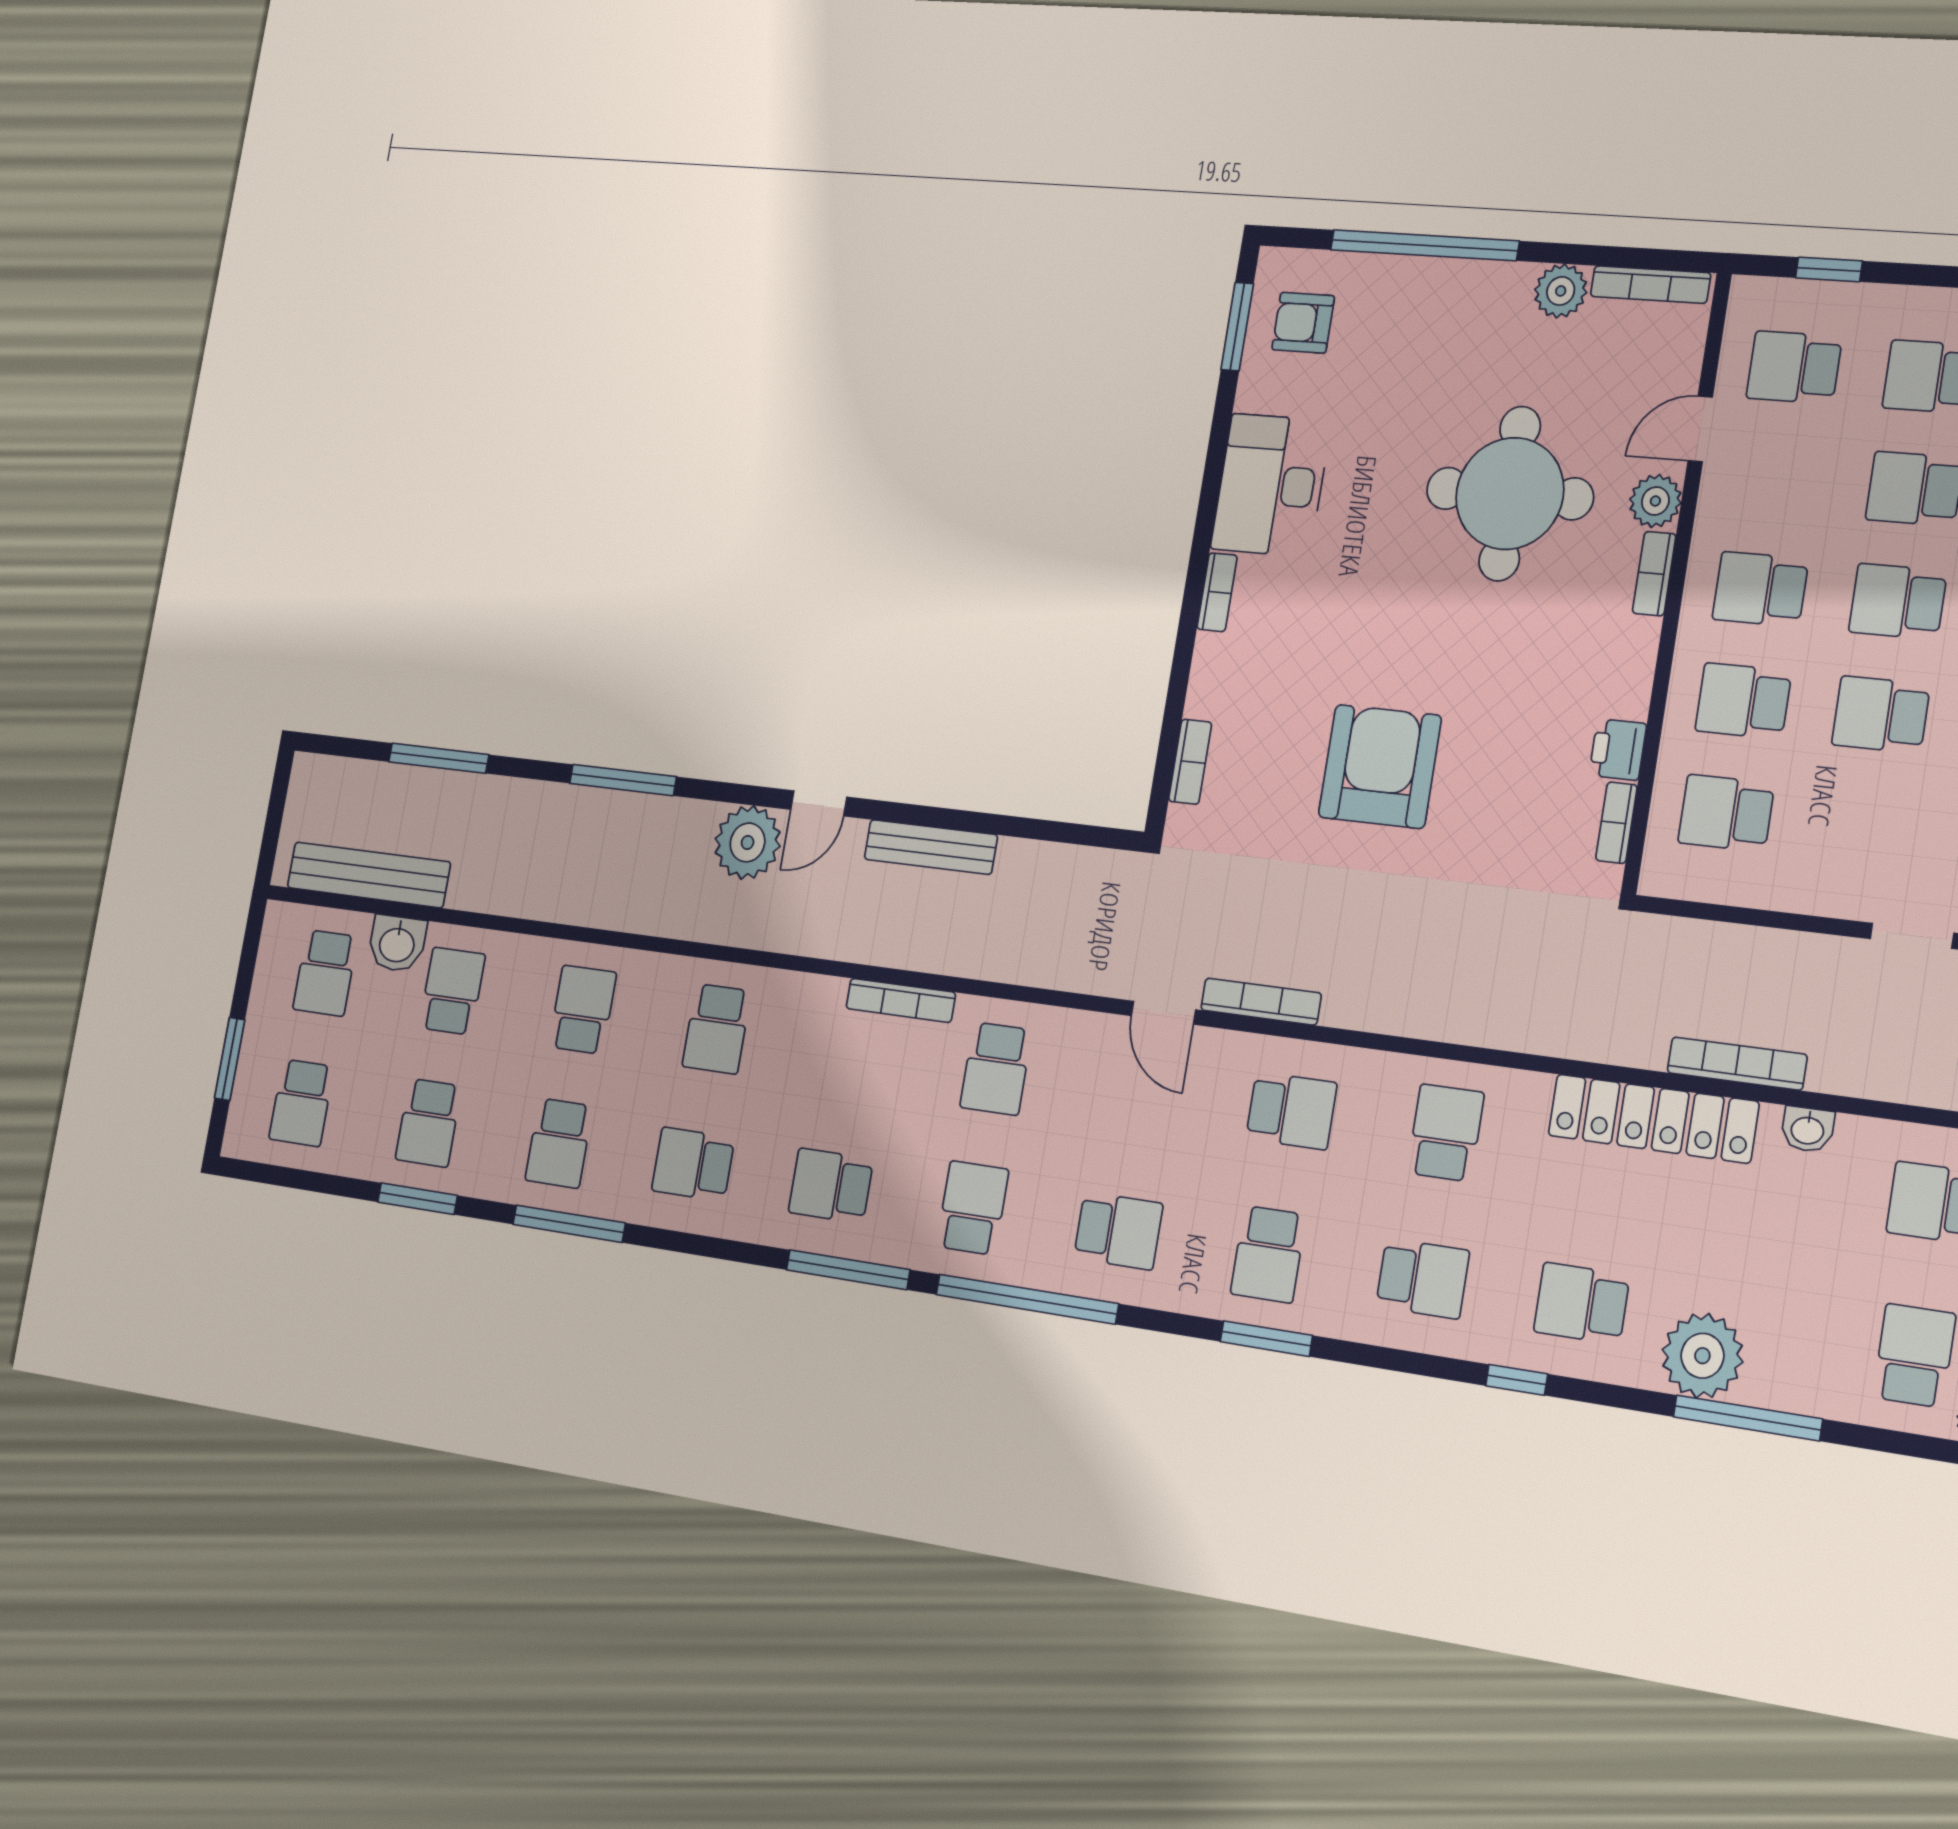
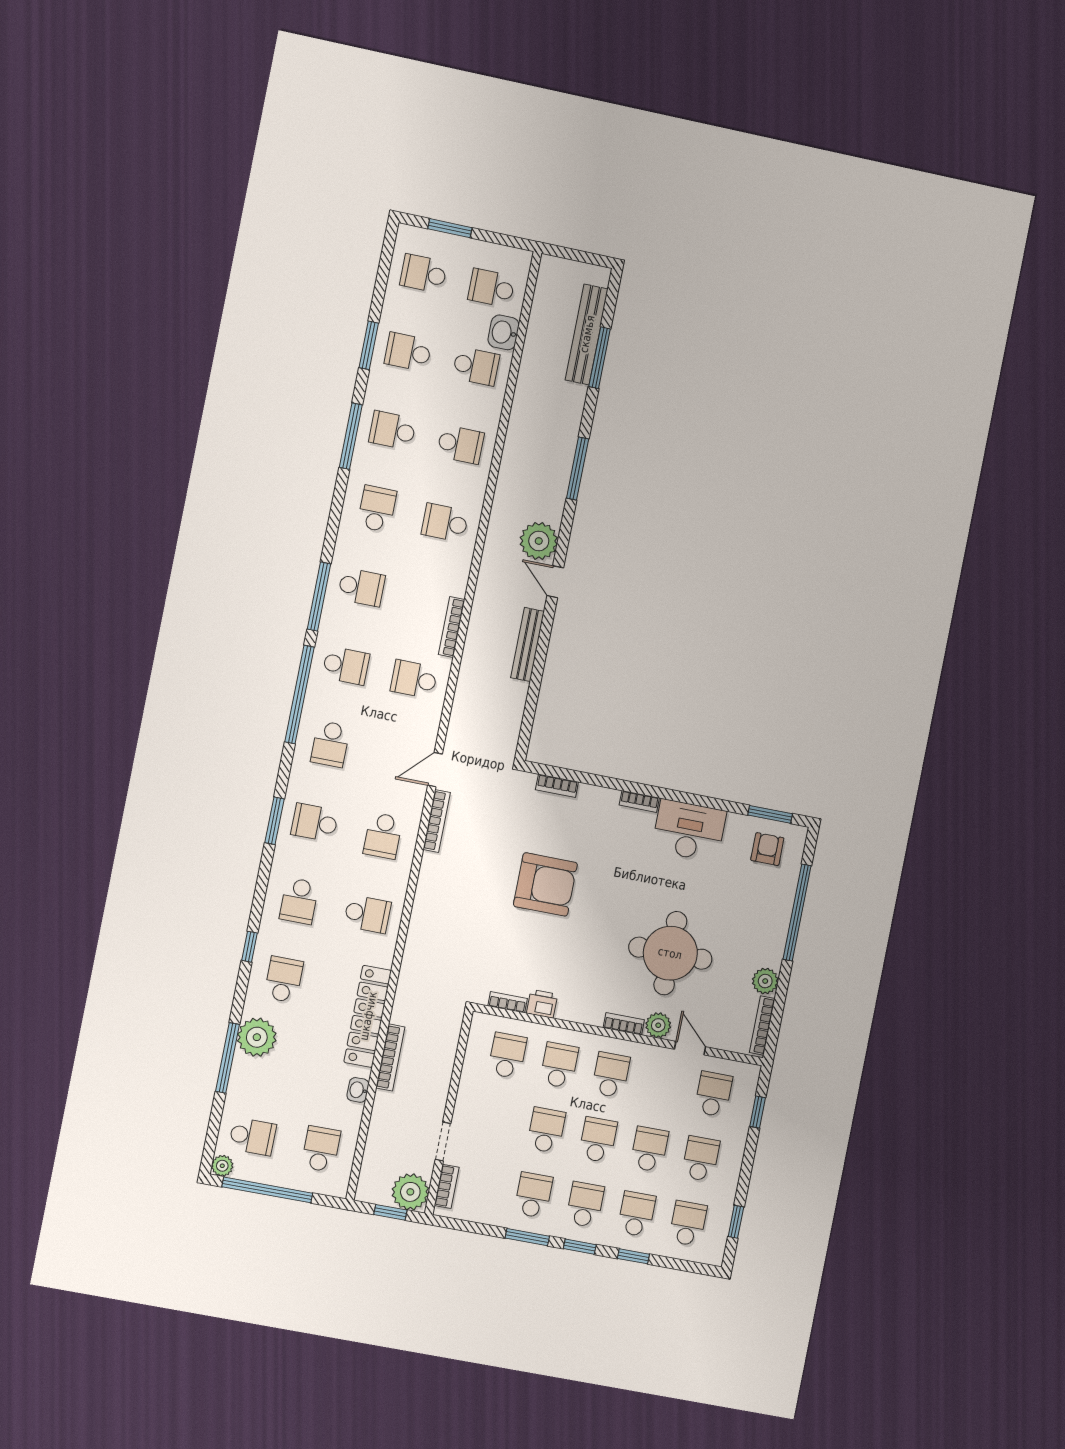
bench: (369, 875) -> (587, 334), moved
school desk: (831, 1186) -> (361, 587), turned 90

